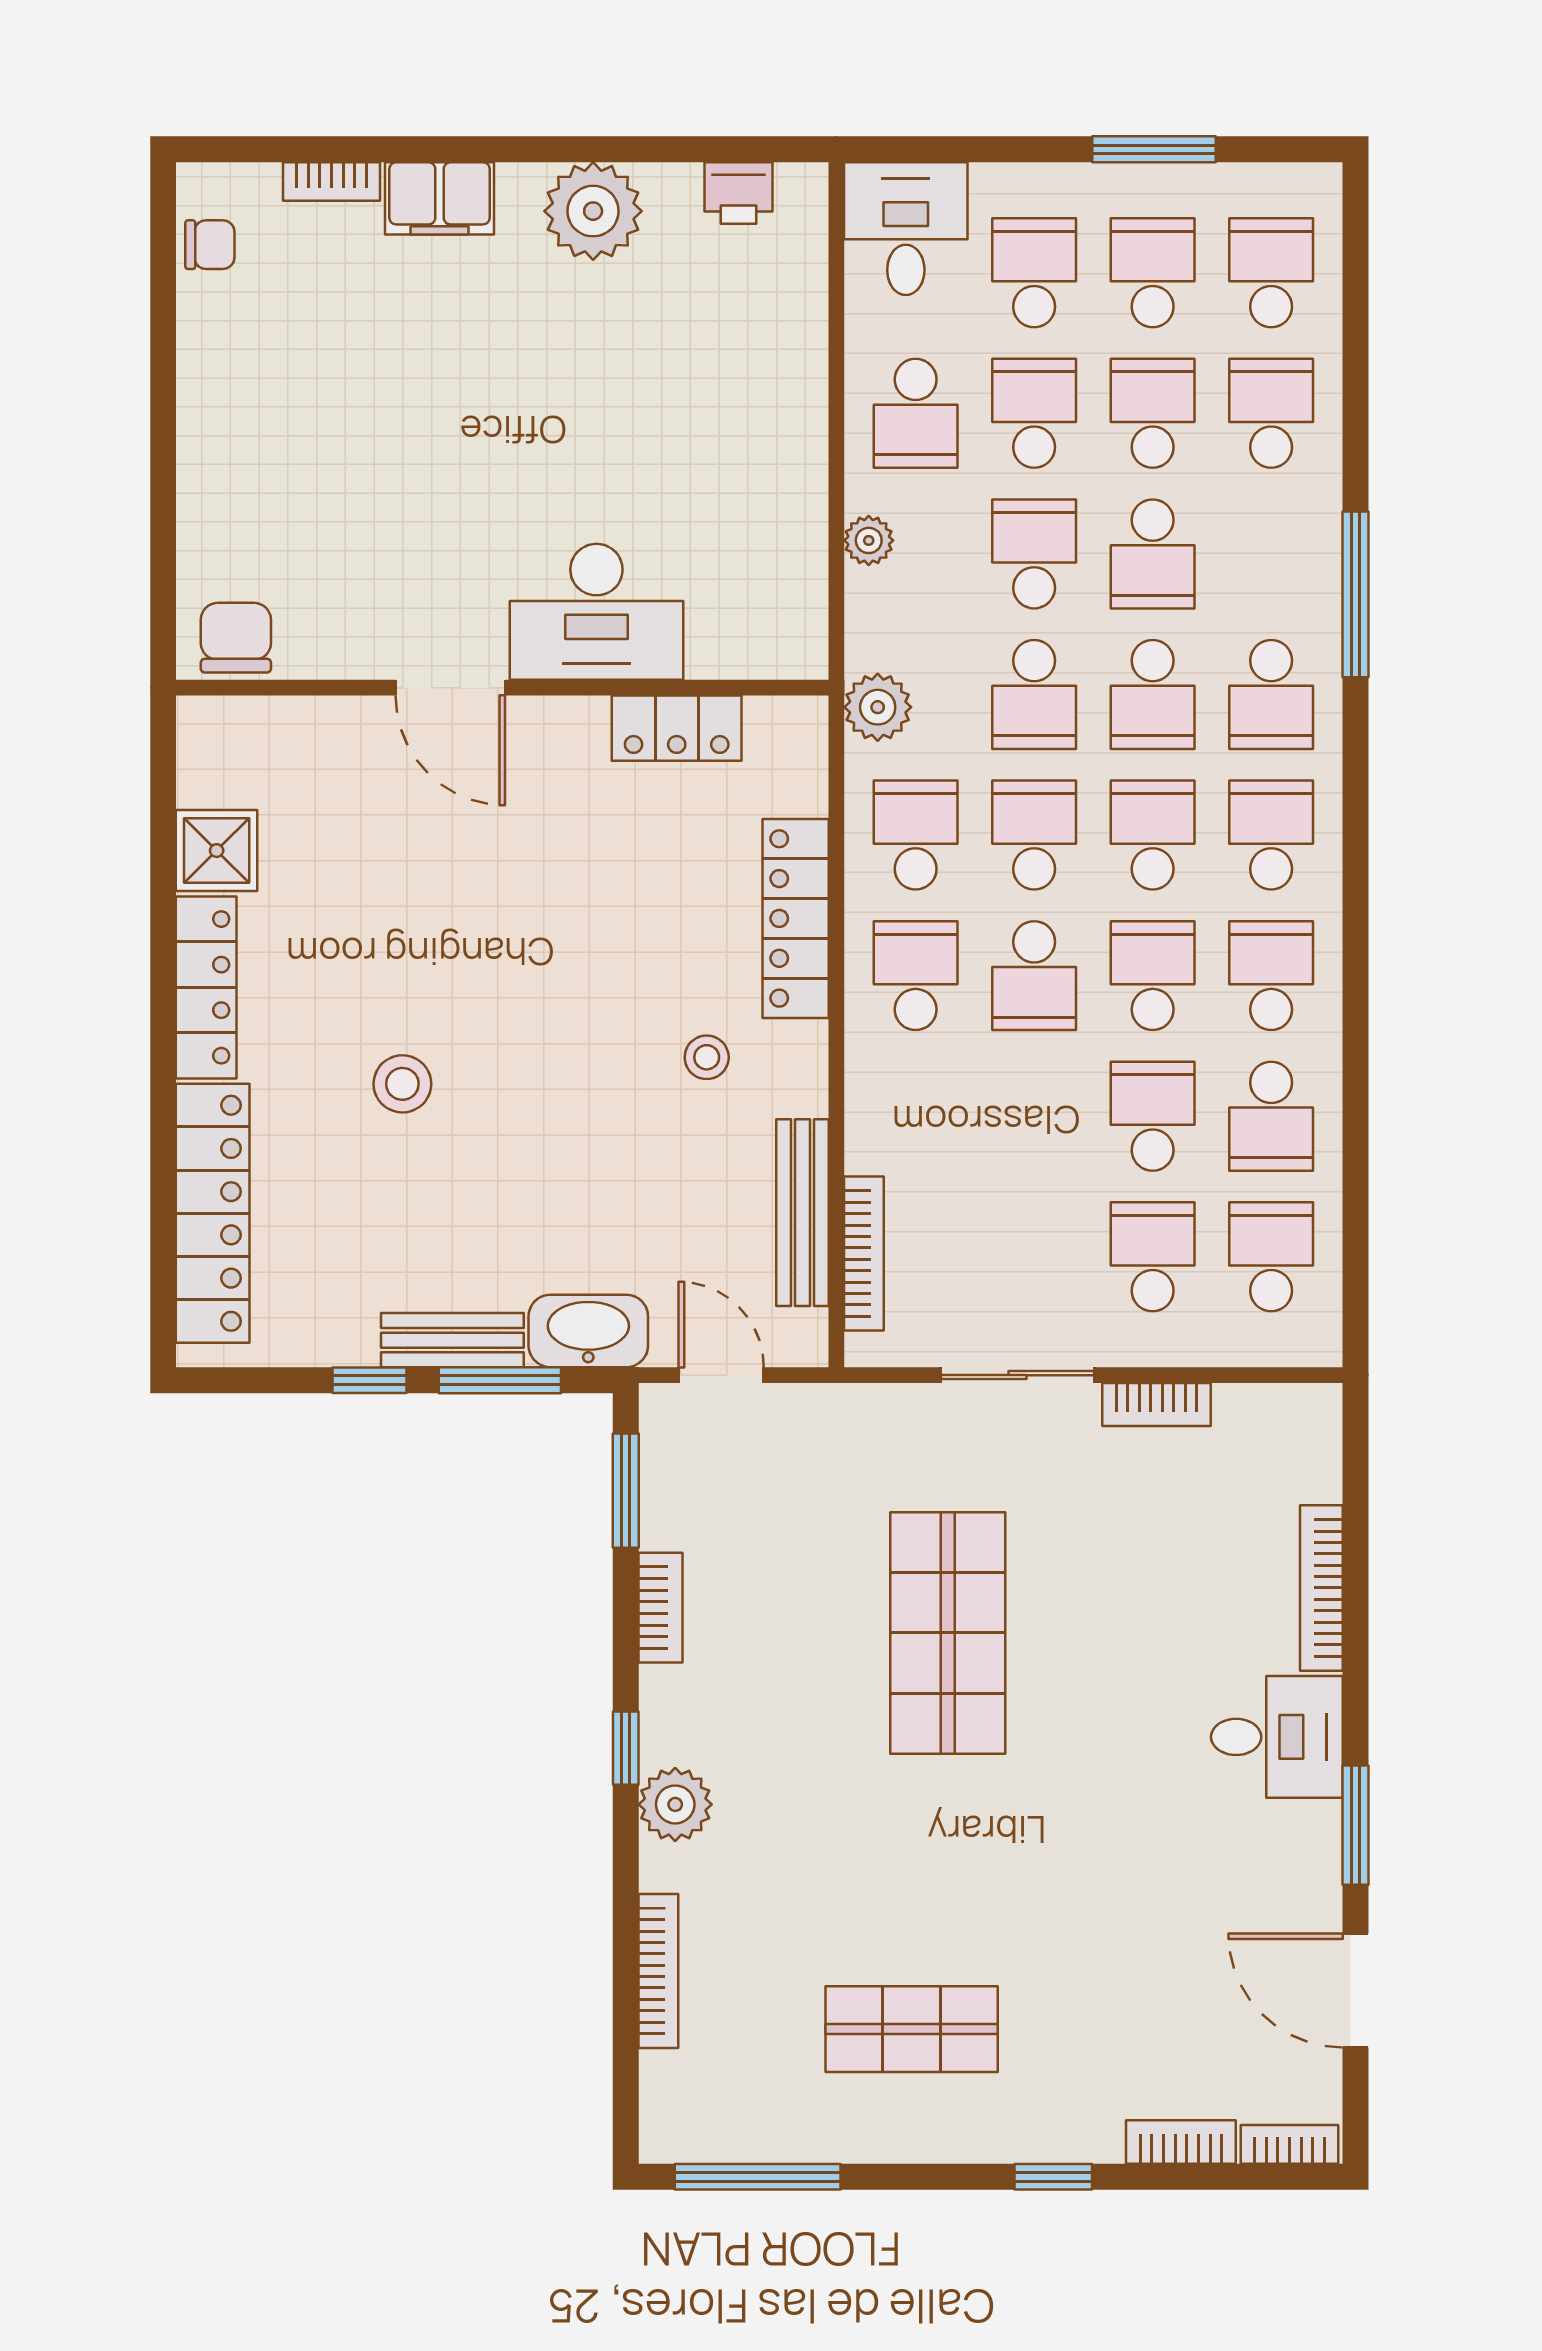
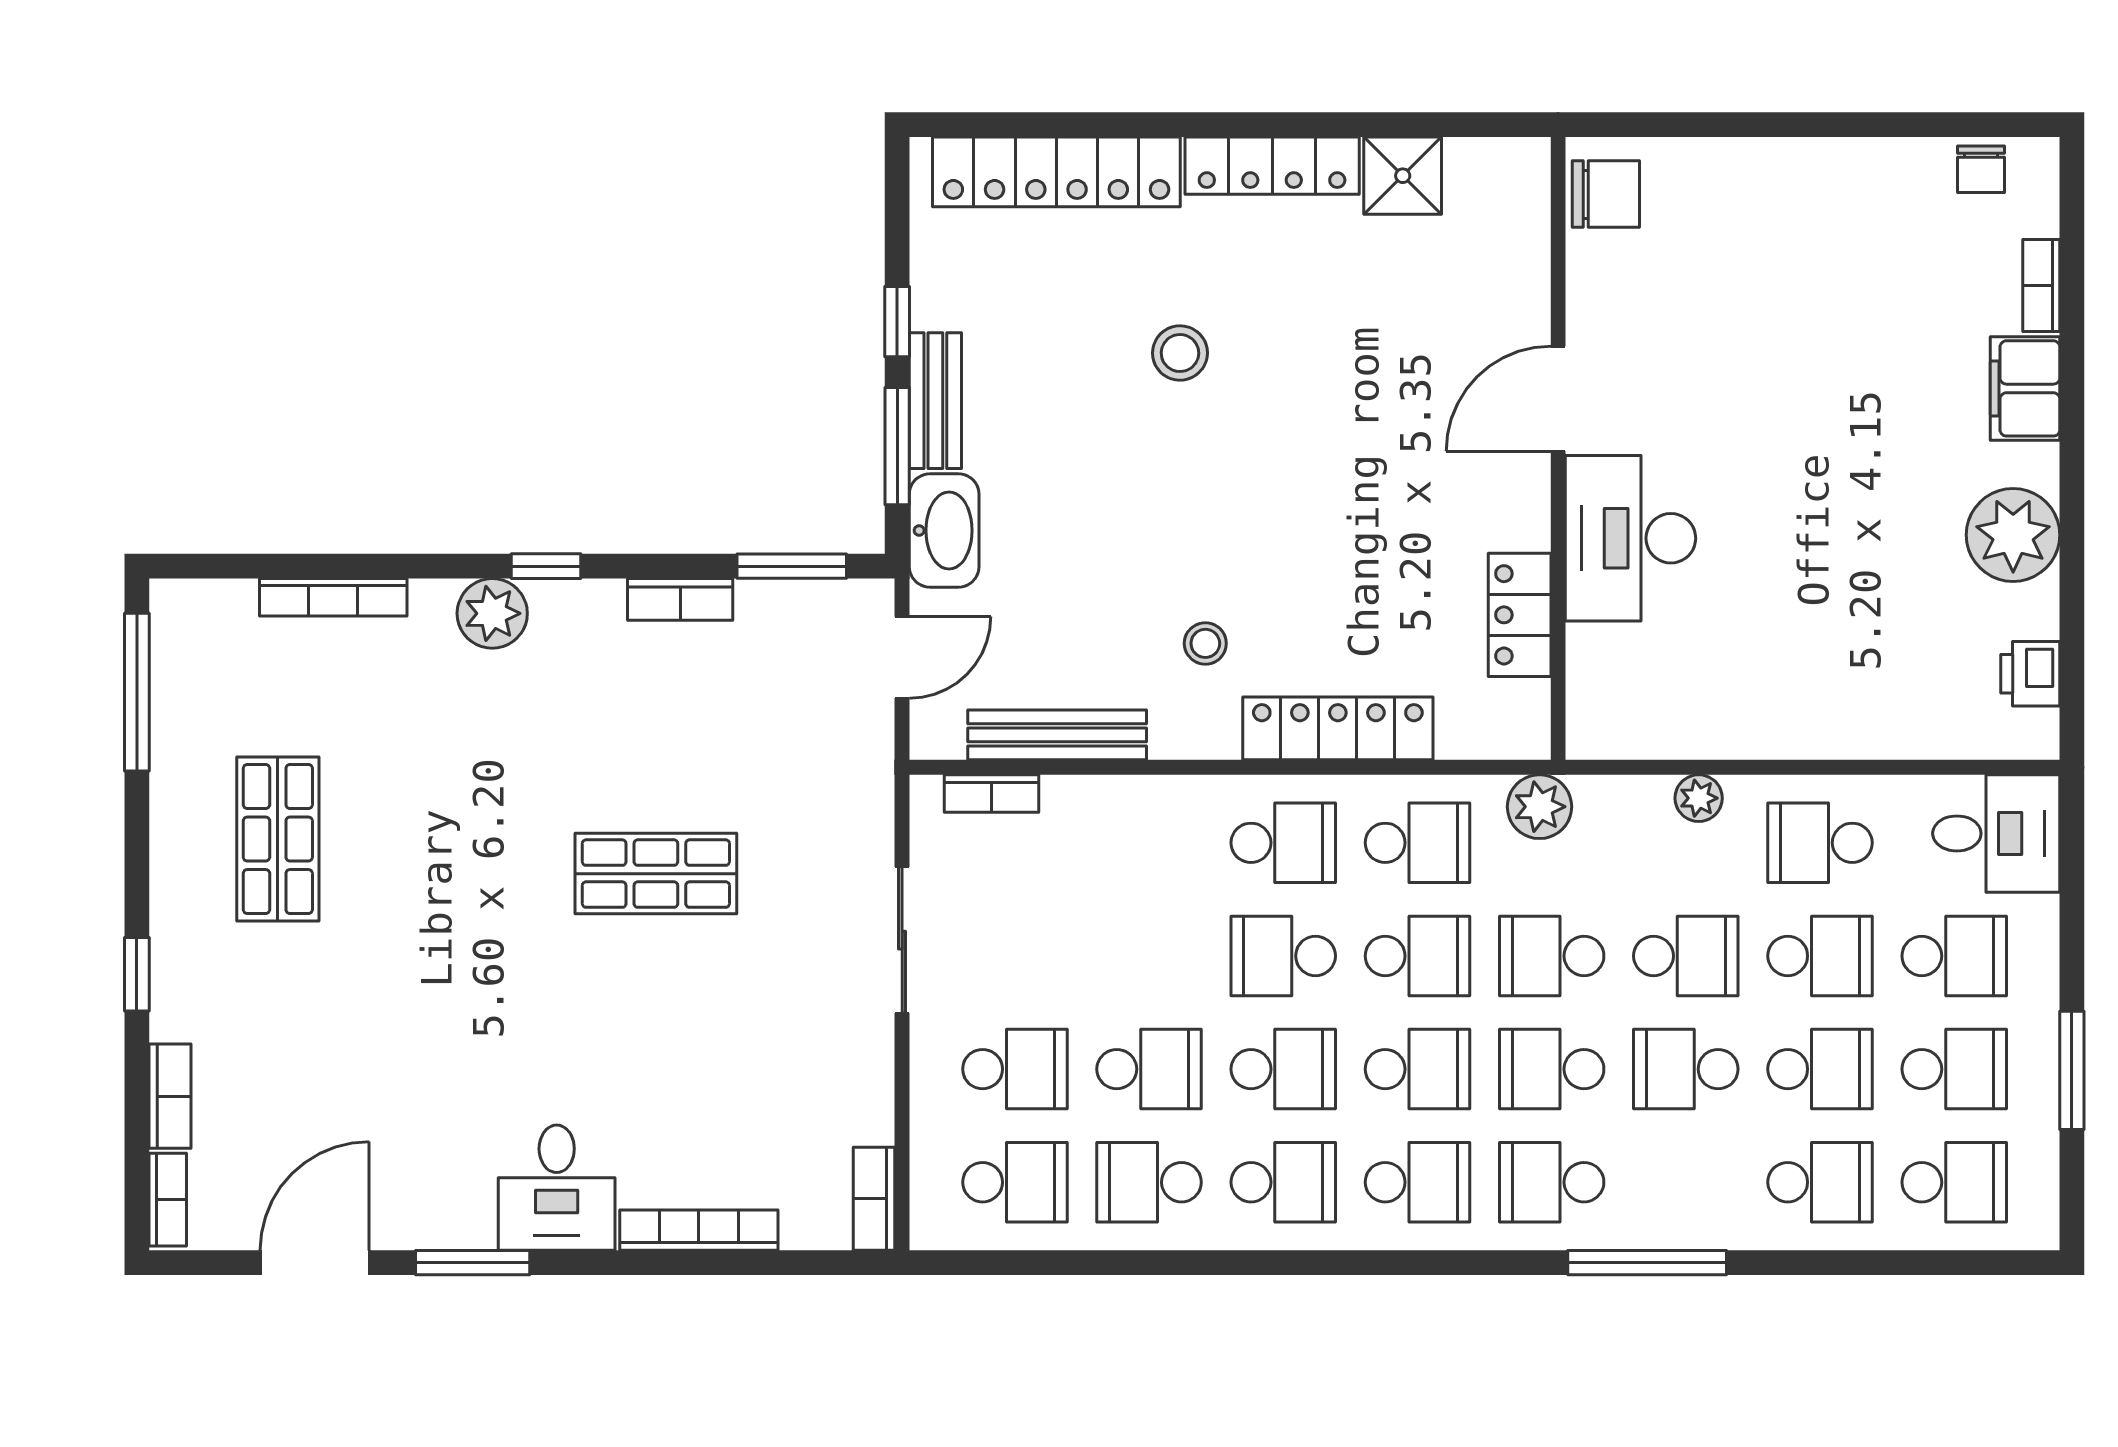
bookcase: (864, 1254) -> (992, 793), width x0.64
bookcase: (1157, 1404) -> (874, 1199), moved
shop shelf: (948, 1633) -> (656, 874), width x0.70, depth x0.74

